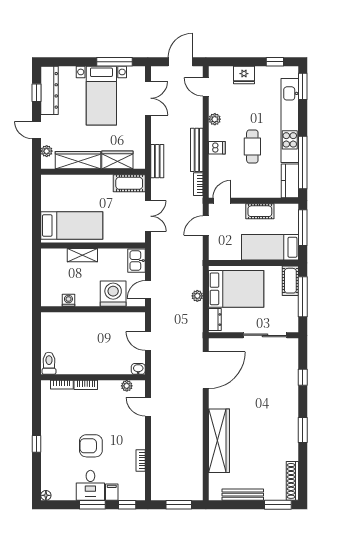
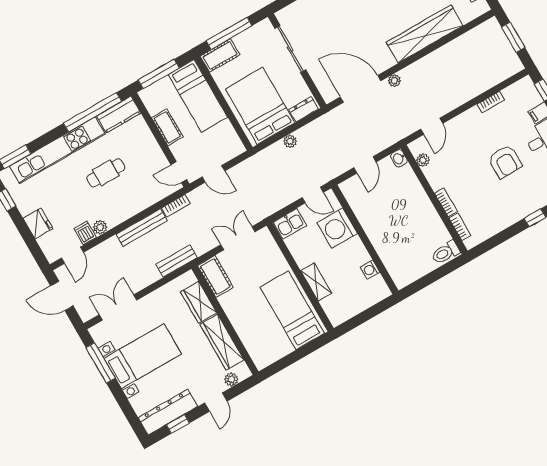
dishwasher: (217, 148) -> (85, 233), moved
plant: (197, 399) -> (394, 81), added

